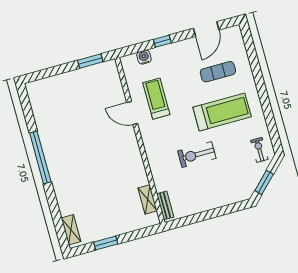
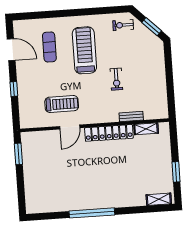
water cooler: (144, 57) -> (24, 107), removed
treadmill: (156, 99) -> (62, 104), turned 180
exercise bike: (197, 155) -> (116, 79), width x0.73, depth x0.72
locker: (134, 158) -> (109, 133), added
bench: (165, 205) -> (131, 116), moved

